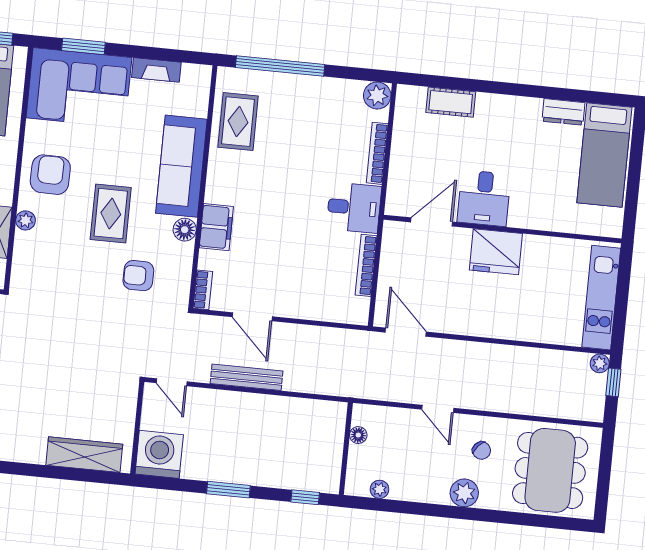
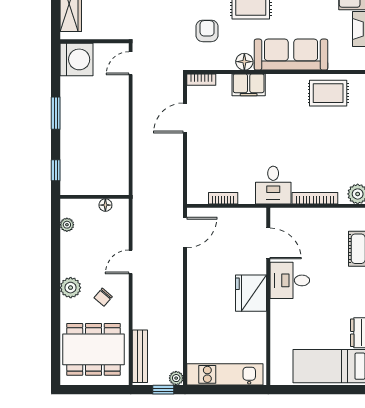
bookcase: (366, 265) -> (223, 198), width x0.64
bench: (247, 377) -> (140, 356), moved

